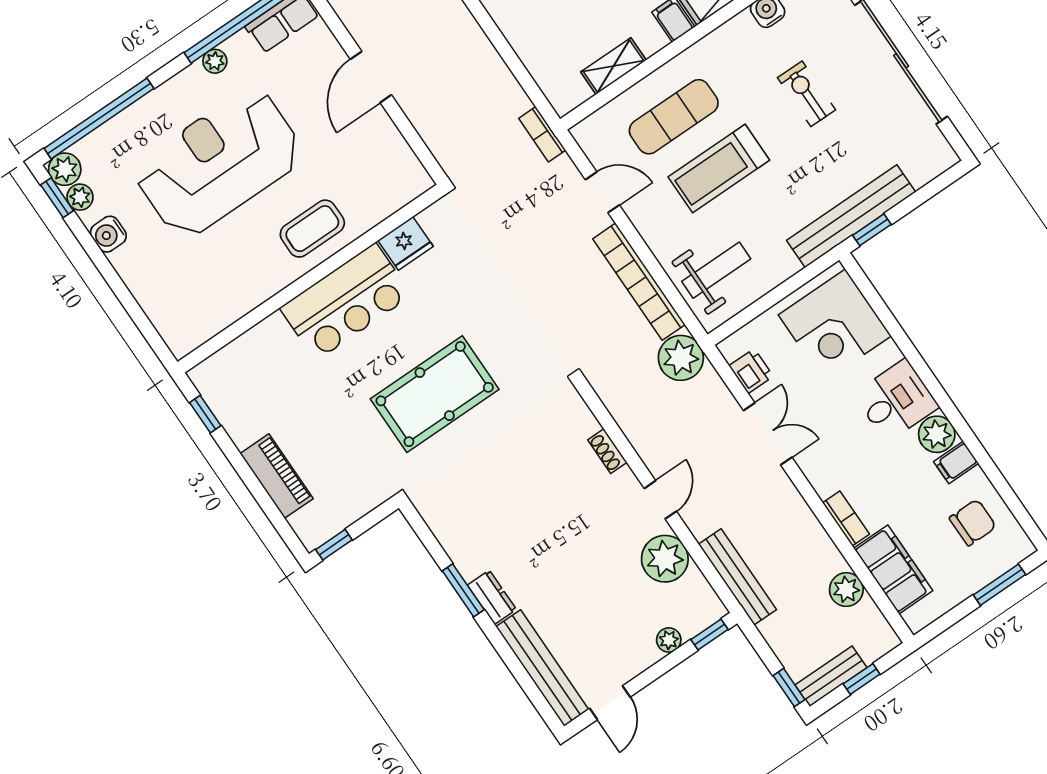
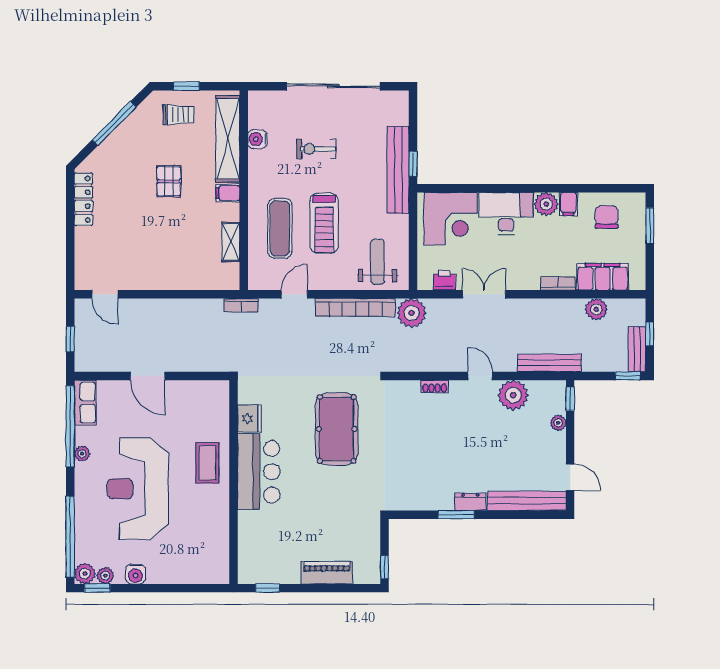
pool table: (435, 394) -> (337, 429), moved
desk: (896, 401) -> (506, 213), width x1.37

